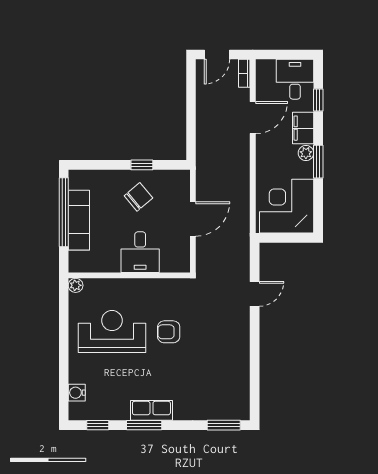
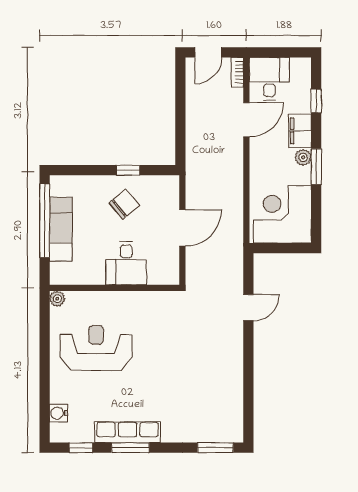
desk: (295, 79) -> (269, 79), moved
armchair: (169, 332) -> (157, 348), removed
row of seats: (151, 410) -> (128, 432), width x1.48

